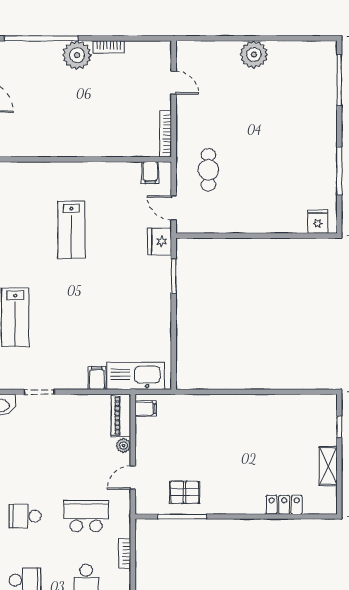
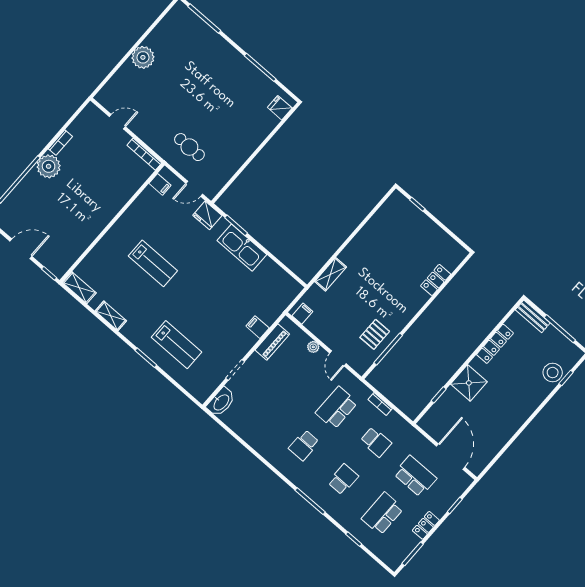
kitchen sink: (136, 376) -> (242, 248), moved, turned -90
piano: (121, 416) -> (272, 342), moved, turned -90
shelving: (328, 466) -> (331, 274), moved, turned 90

